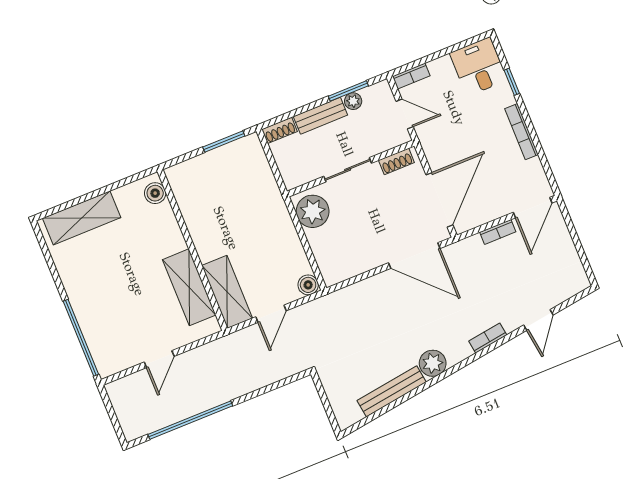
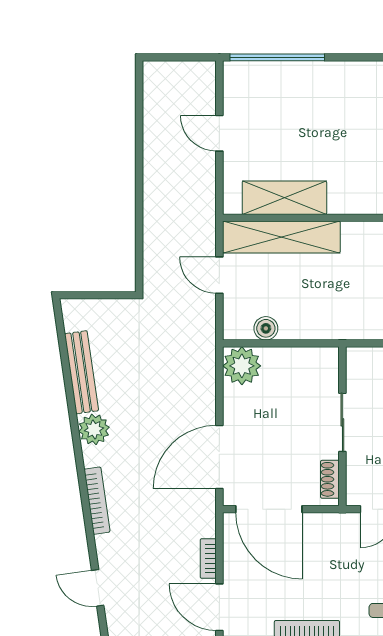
plant: (313, 211) -> (242, 366), moved
boiler: (308, 285) -> (266, 328), moved
shelving: (227, 292) -> (281, 237), width x1.47
door: (538, 320) -> (98, 588), moved
bookcase: (488, 338) -> (97, 501), width x1.56
window: (190, 420) -> (139, 140), removed

